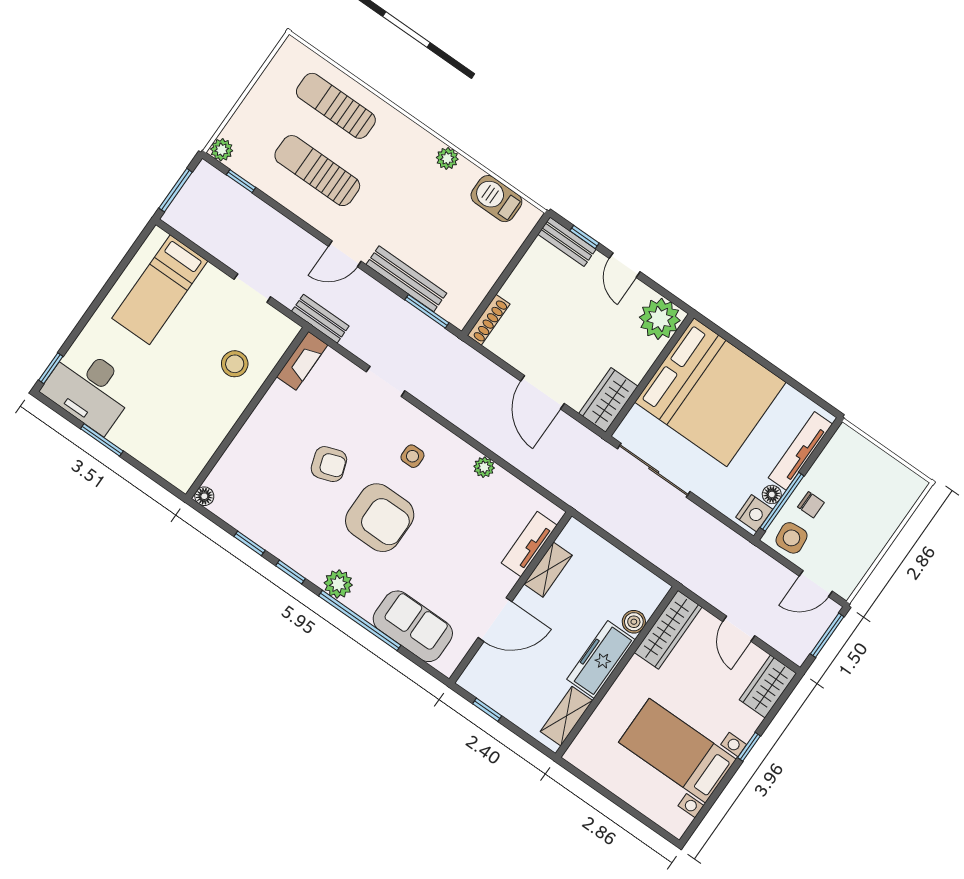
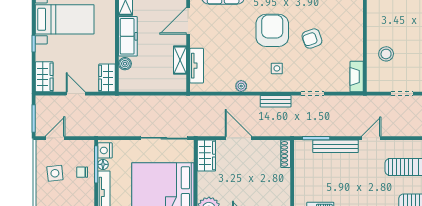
bench: (320, 319) -> (276, 101), moved
armchair: (380, 518) -> (272, 30), turned 90
side table: (791, 538) -> (55, 173), moved
wardrobe: (668, 630) -> (107, 78), width x0.67

